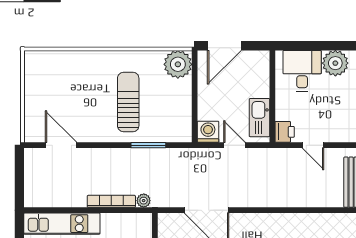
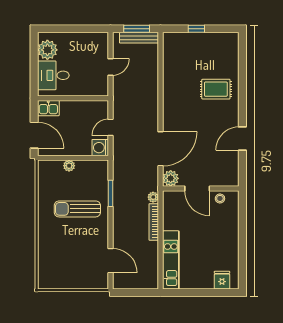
plant: (178, 64) -> (69, 166), moved, width x0.53, depth x0.53
kitchen sink: (259, 118) -> (48, 108), moved, width x0.73
printer: (285, 132) -> (100, 89), removed
door: (61, 145) -> (111, 261), swing flipped
plant: (168, 223) -> (171, 178), added

